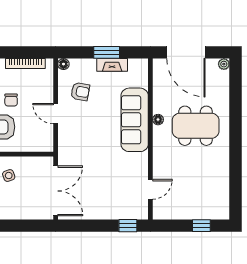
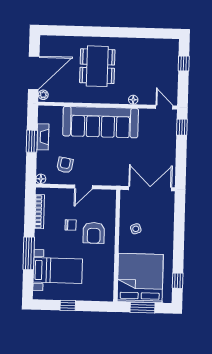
plant: (224, 64) -> (43, 95), moved
sofa: (135, 120) -> (101, 122), width x1.36, depth x1.27
floor lamp: (158, 120) -> (133, 100), moved
door: (150, 189) -> (164, 107), moved

